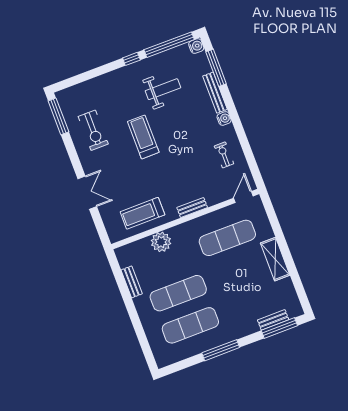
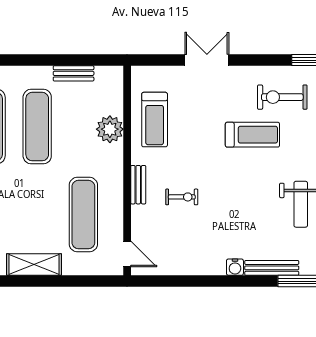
treadmill: (143, 137) -> (252, 135), moved
exercise bike: (224, 155) -> (182, 197), moved
double door: (87, 193) -> (207, 60), swing flipped
treadmill: (142, 213) -> (155, 120), turned 180

